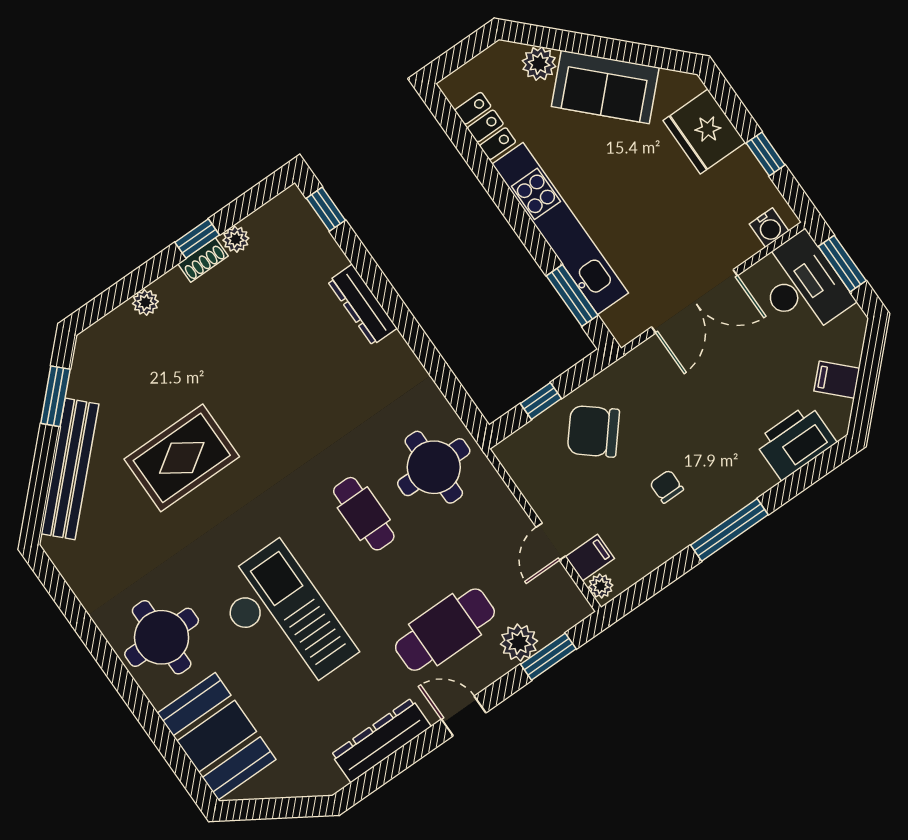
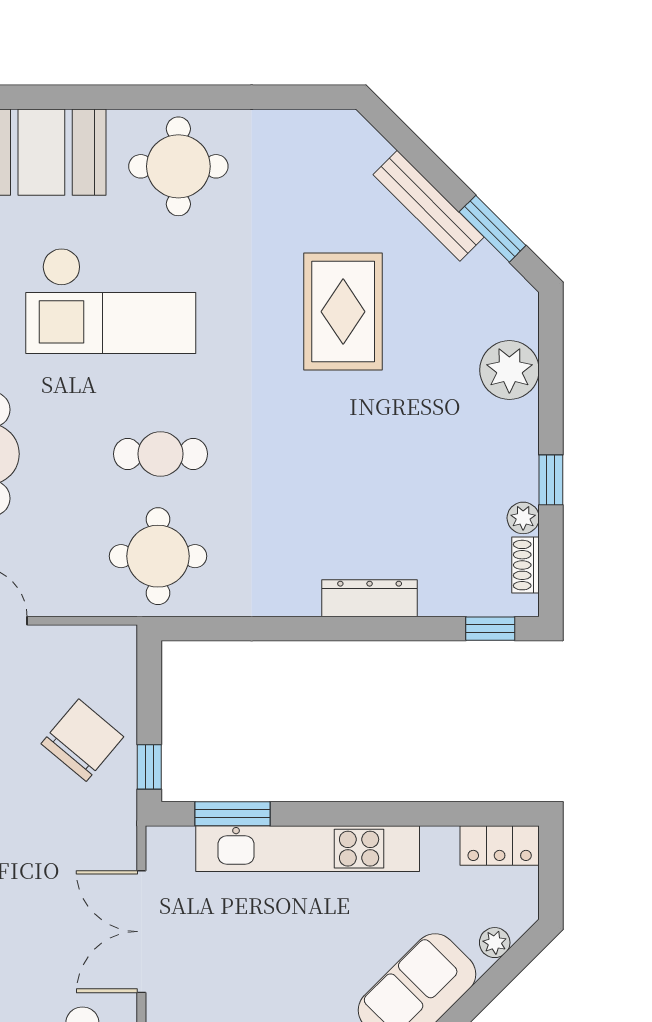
plant: (539, 64) -> (495, 943), width x0.73, depth x0.73
locker: (485, 126) -> (500, 845), moved
shoe rack: (203, 260) -> (525, 565), moved
plant: (145, 302) -> (509, 370), width x1.87, depth x1.87
window: (541, 401) -> (149, 767), moved
bench: (70, 469) -> (429, 206), width x0.73, depth x0.82

